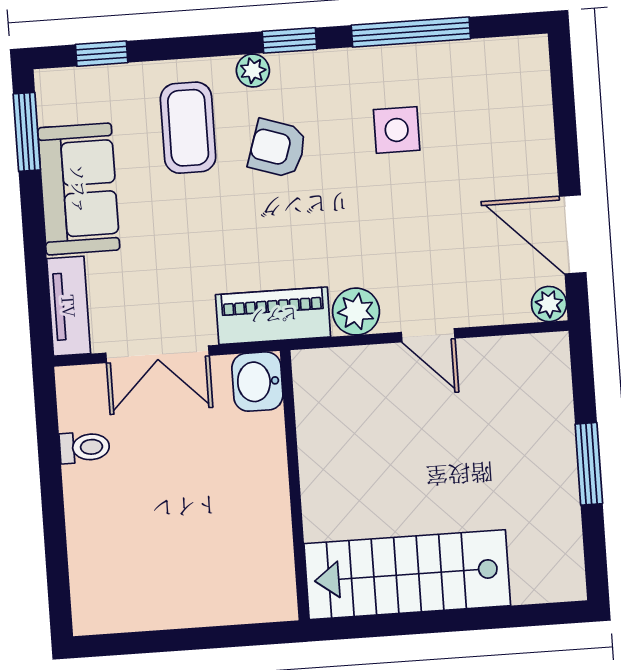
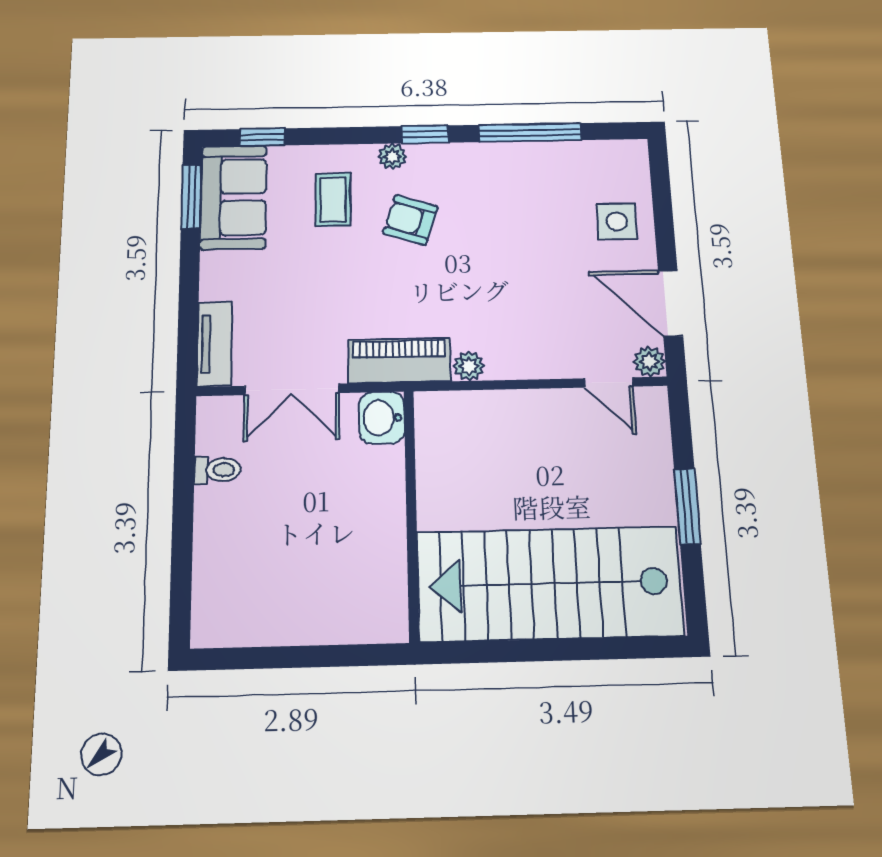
coffee table: (188, 128) -> (333, 200), width x0.73, depth x0.77
side table: (397, 130) -> (617, 221), moved
sofa: (79, 189) -> (234, 197), moved
plant: (356, 312) -> (469, 366), width x0.73, depth x0.73
door: (428, 335) -> (608, 382), moved
stairs: (407, 575) -> (549, 584), width x1.36, depth x1.51

